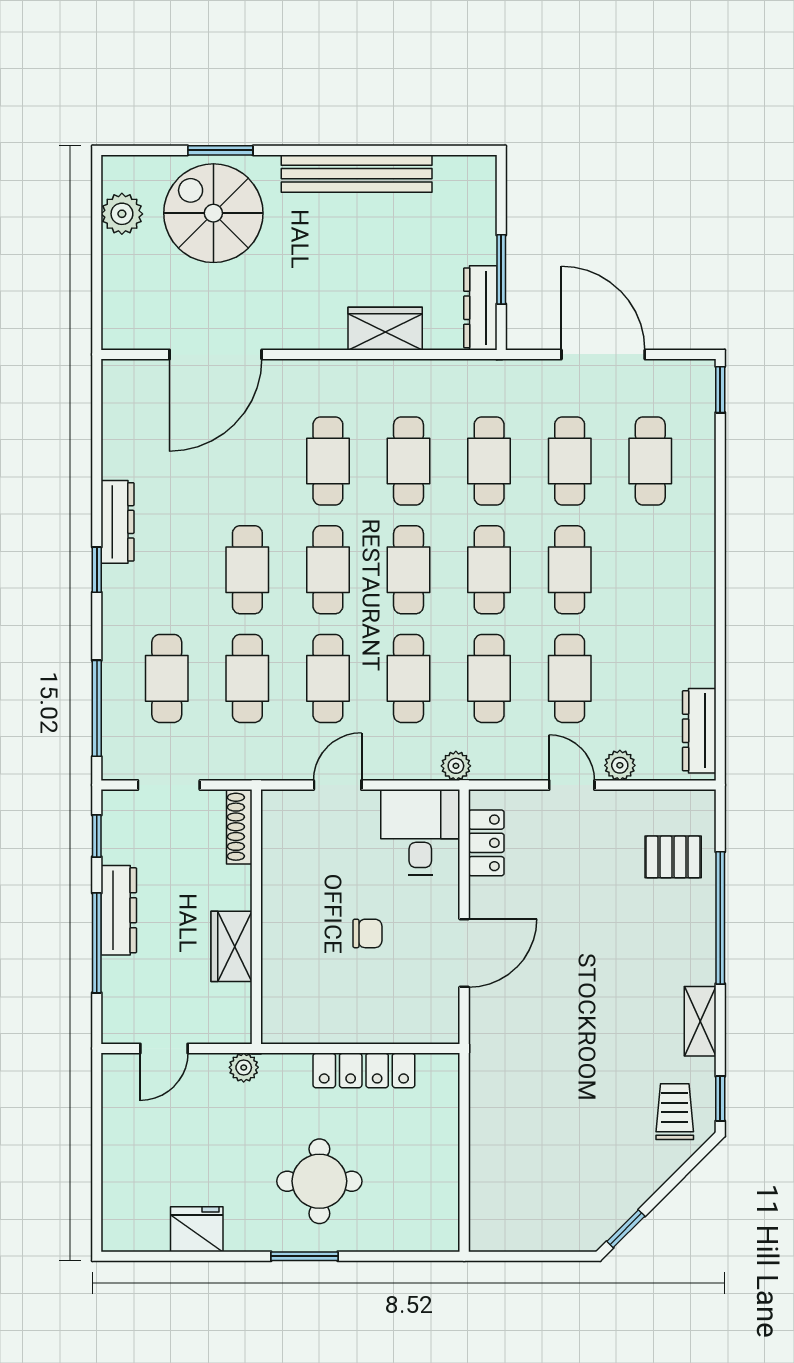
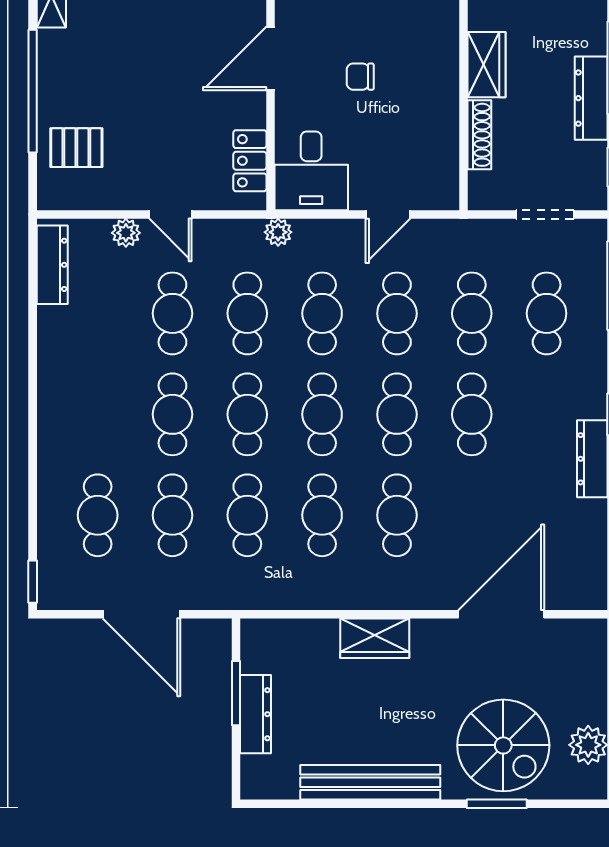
dresser: (480, 308) -> (255, 714), moved
wardrobe: (385, 329) -> (375, 638), moved
shoe rack: (239, 827) -> (479, 135), moved

